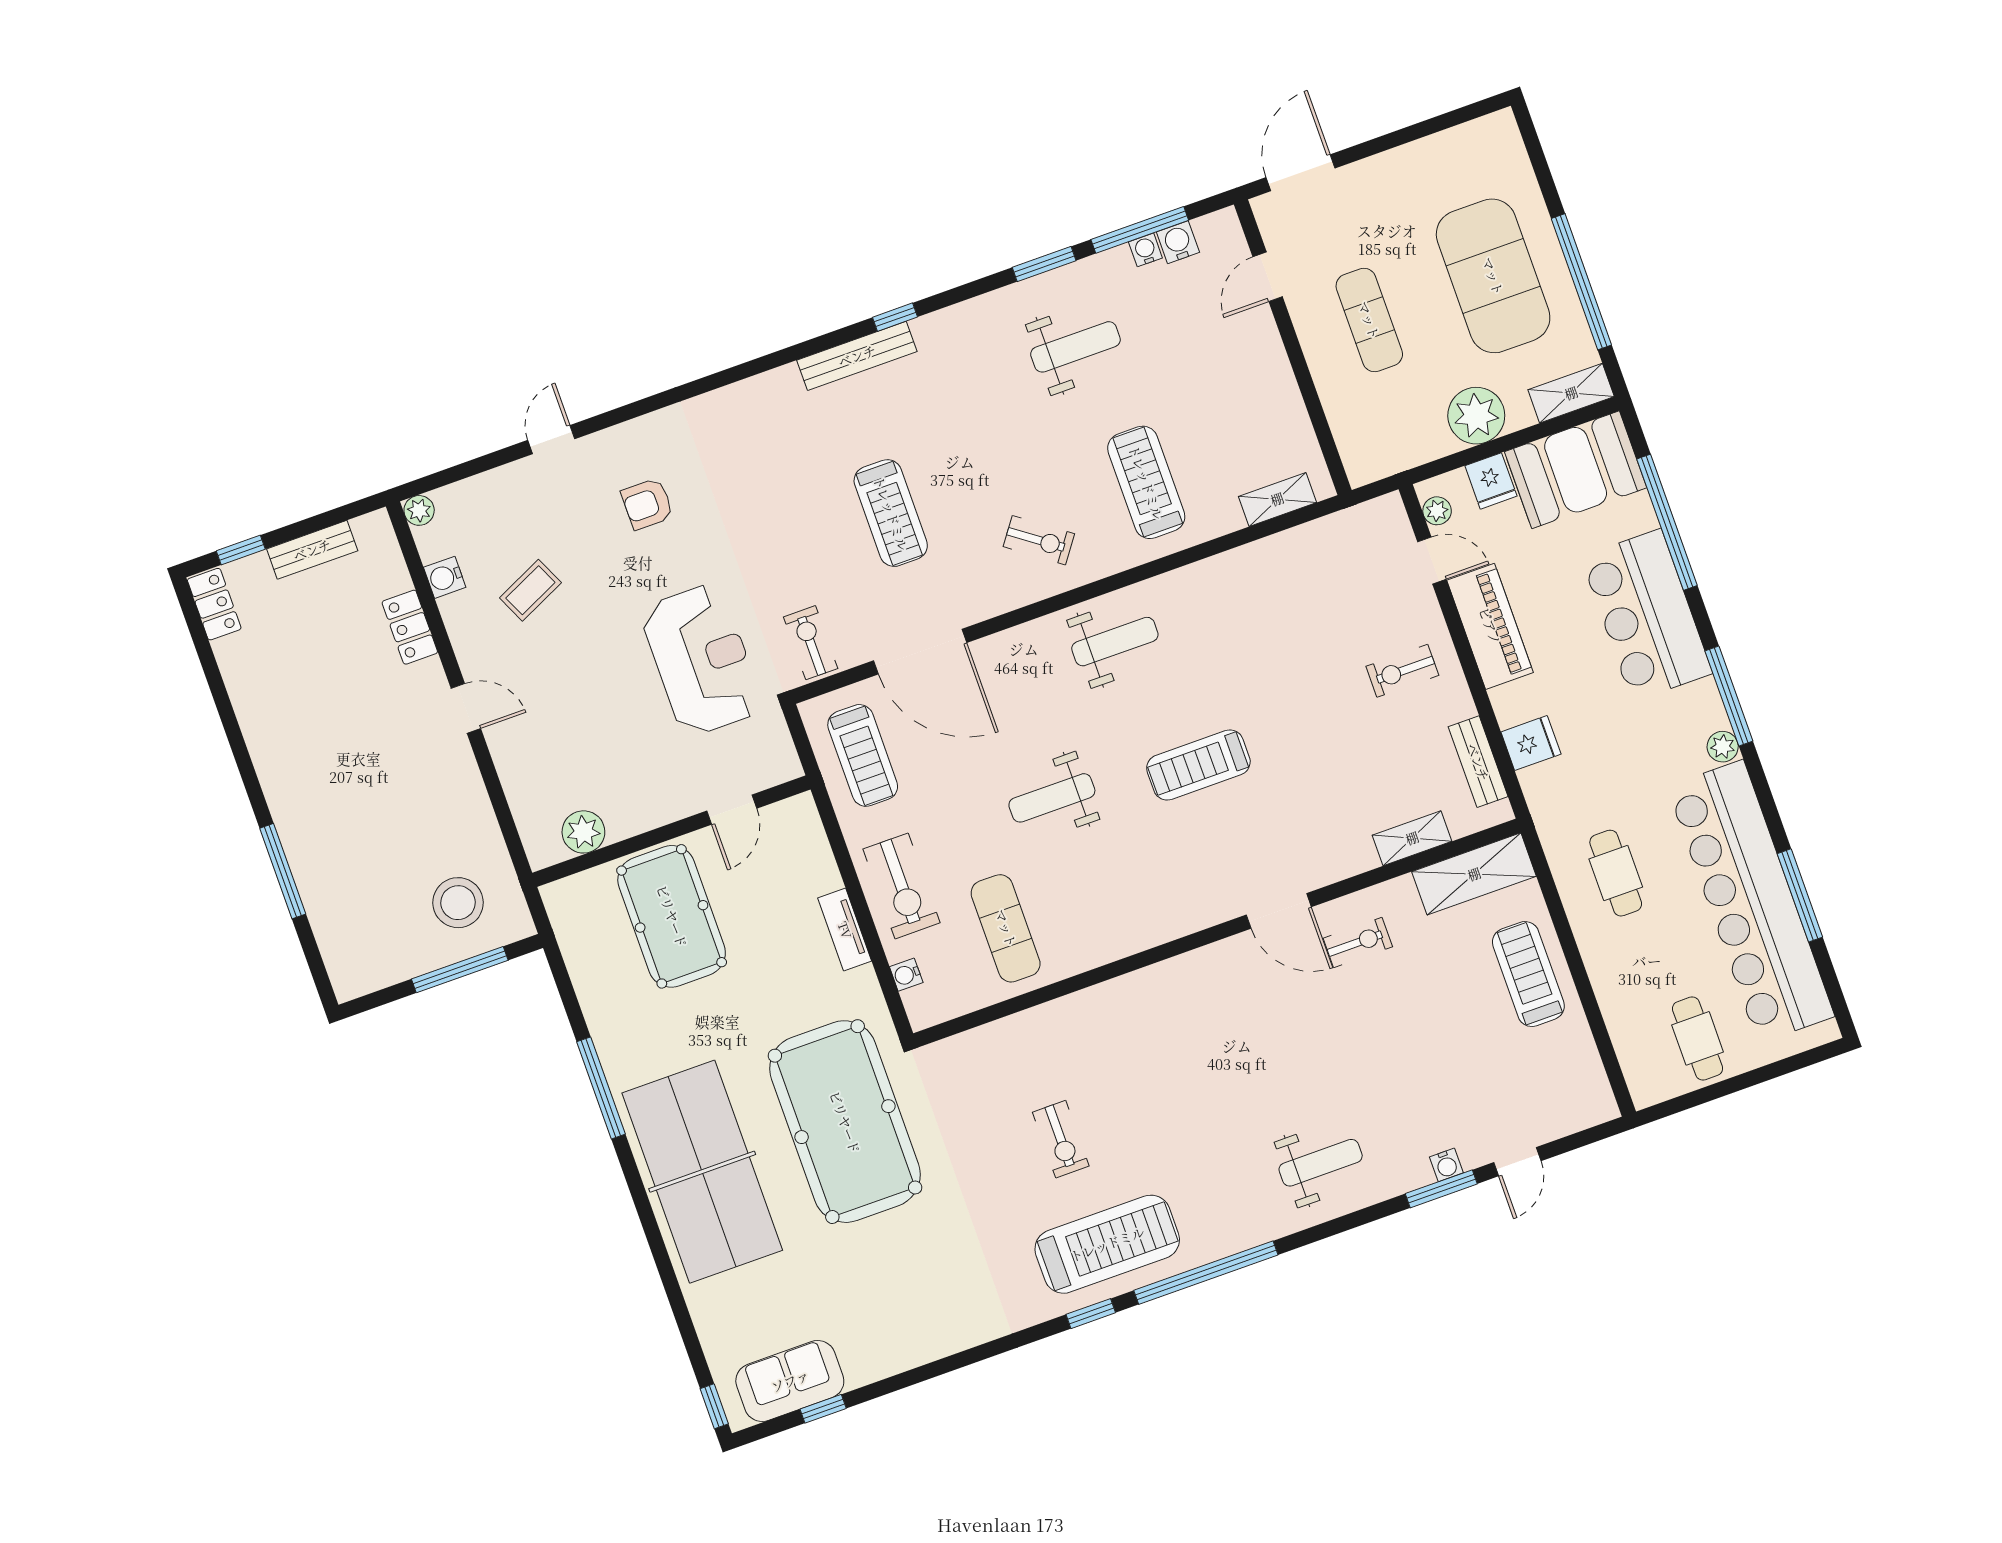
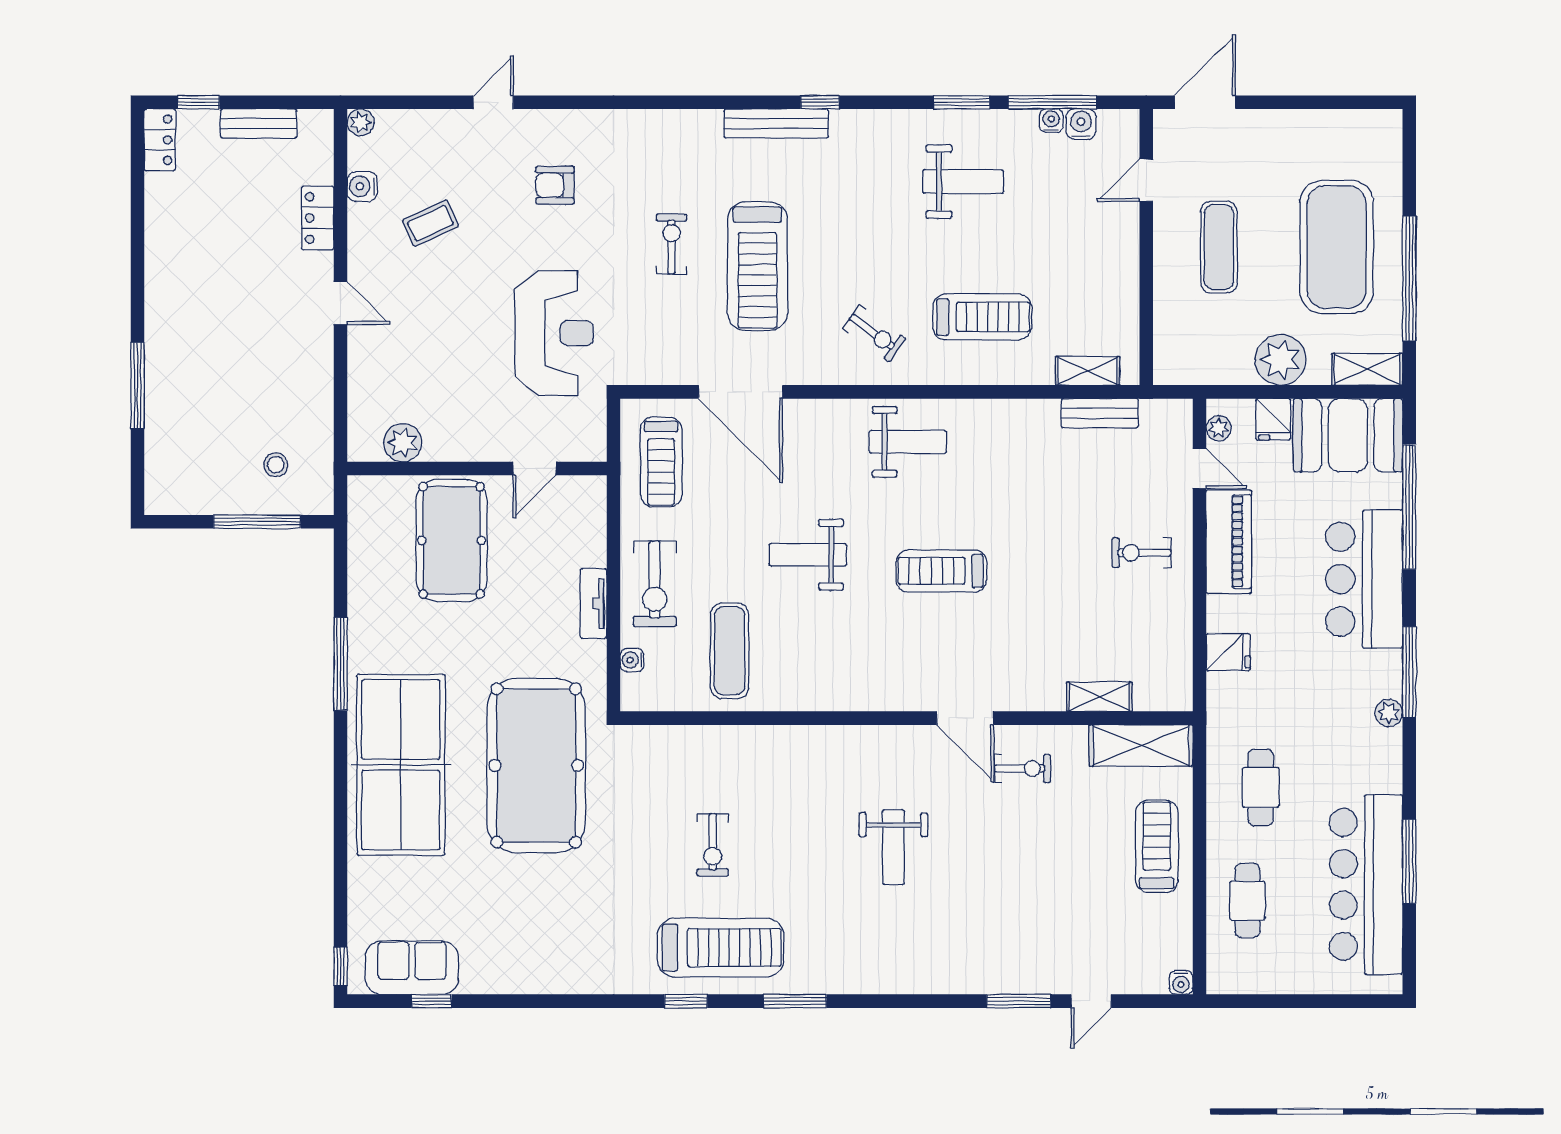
treadmill: (1146, 482) -> (982, 317), turned 90
treadmill: (891, 513) -> (758, 266), width x1.37, depth x1.38
exercise bike: (811, 643) -> (672, 244), moved
bench: (1478, 762) -> (1100, 413), moved, turned 90
bar counter: (1751, 901) -> (1366, 884), width x0.73
stool: (458, 903) -> (276, 465), width x0.53, depth x0.53
cafe table: (1698, 1038) -> (1247, 900), moved
weight bench: (1321, 1163) -> (893, 847), moved, turned 90
water cooler: (1446, 1165) -> (1181, 983), moved
window: (1206, 1273) -> (795, 1001), width x0.47

